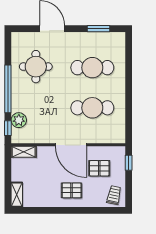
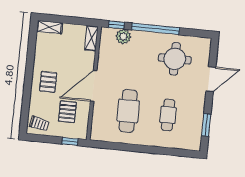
cafe table: (92, 68) -> (168, 115), width x0.73, depth x0.74

